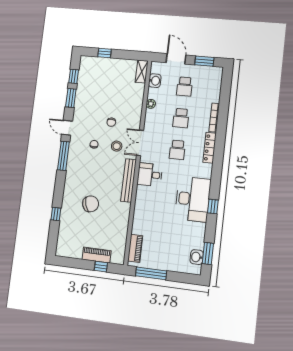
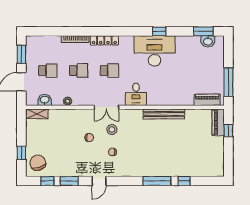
window: (63, 156) -> (157, 181), moved
bench: (129, 180) -> (164, 114), moved
chair: (91, 204) -> (38, 163), moved
piano: (97, 255) -> (218, 122), moved

